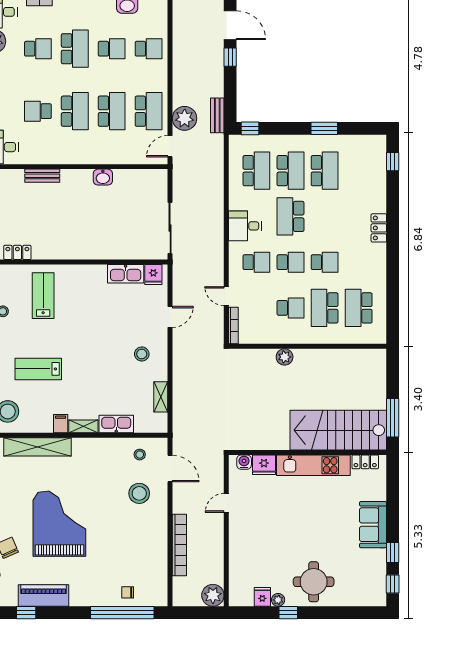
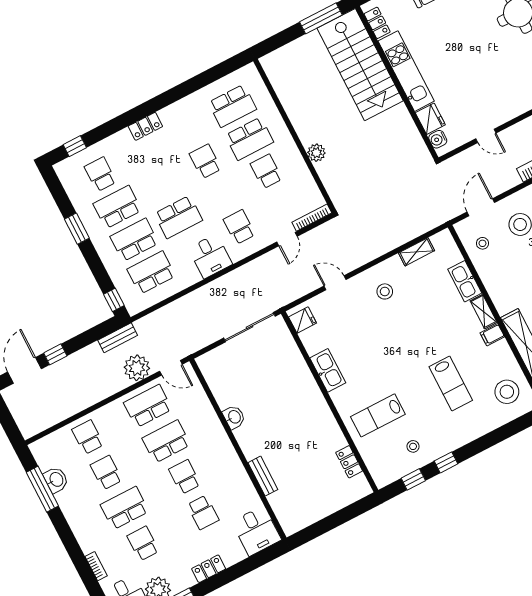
school desk: (75, 111) -> (185, 477), width x0.54
school desk: (290, 262) -> (100, 174), moved
kitchen sink: (126, 274) -> (328, 370), moved

